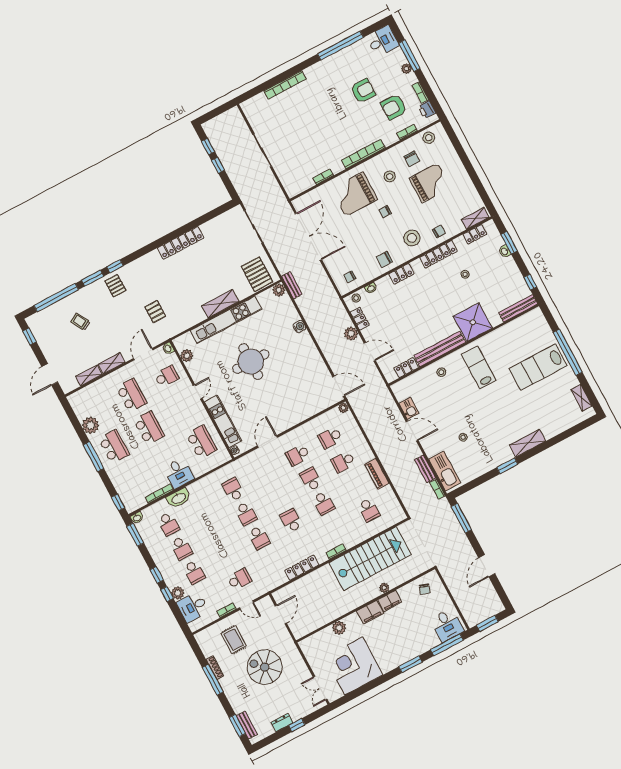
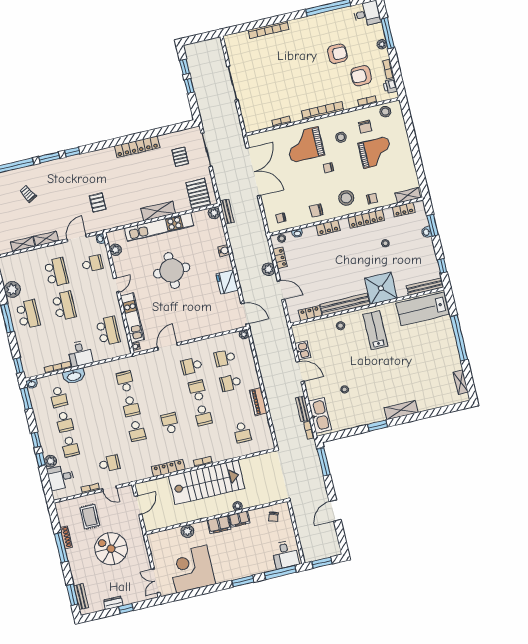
pallet: (115, 286) -> (180, 157), moved
fridge: (312, 358) -> (227, 282), added
lab bench: (538, 367) -> (423, 309), moved
stairs: (370, 559) -> (207, 482), moved

